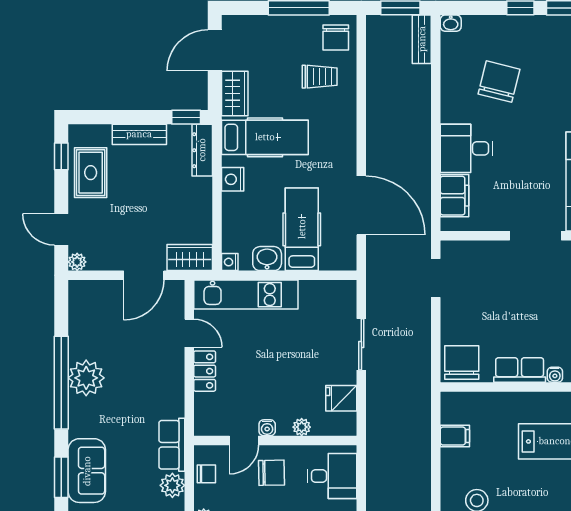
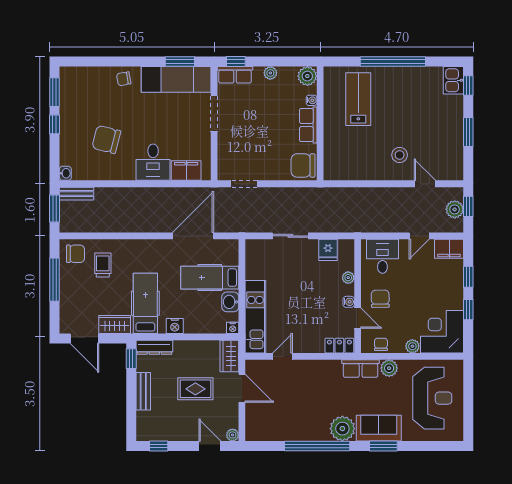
rug: (91, 173) -> (195, 389), moved
door: (61, 229) -> (210, 446), swing flipped
locker: (205, 371) -> (339, 346), moved
plant: (86, 378) -> (342, 429), moved
filing cabinet: (455, 436) -> (355, 170), removed

